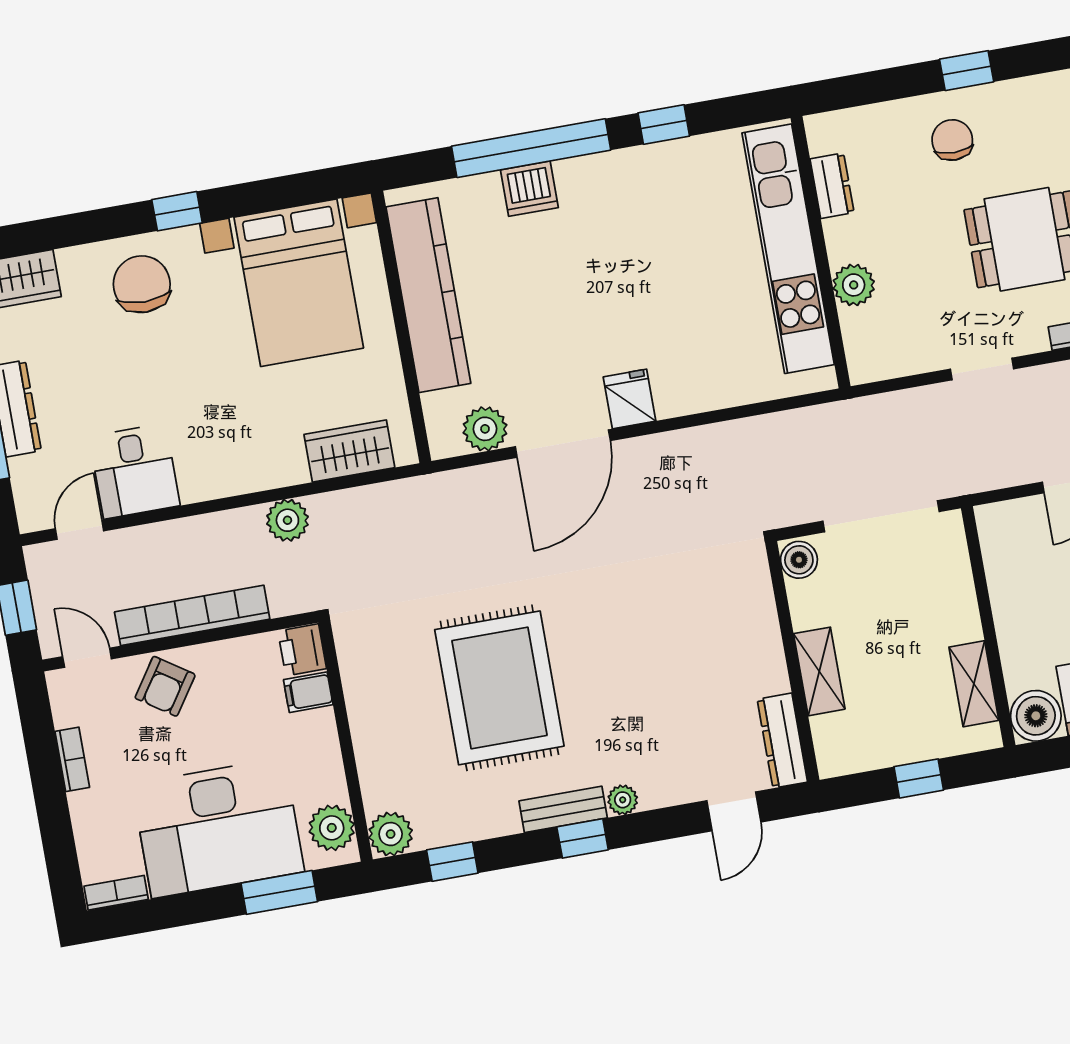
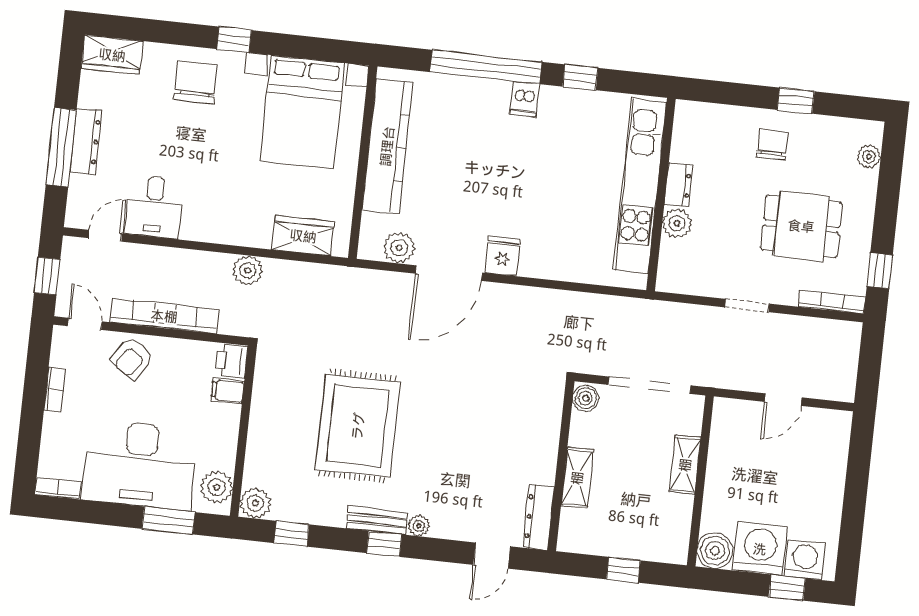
dresser: (832, 186) -> (678, 185), moved
dishwasher: (529, 189) -> (524, 99), moved, width x0.73
shelving: (974, 684) -> (685, 465), moved

